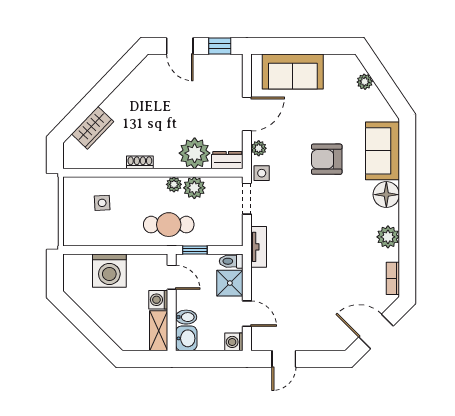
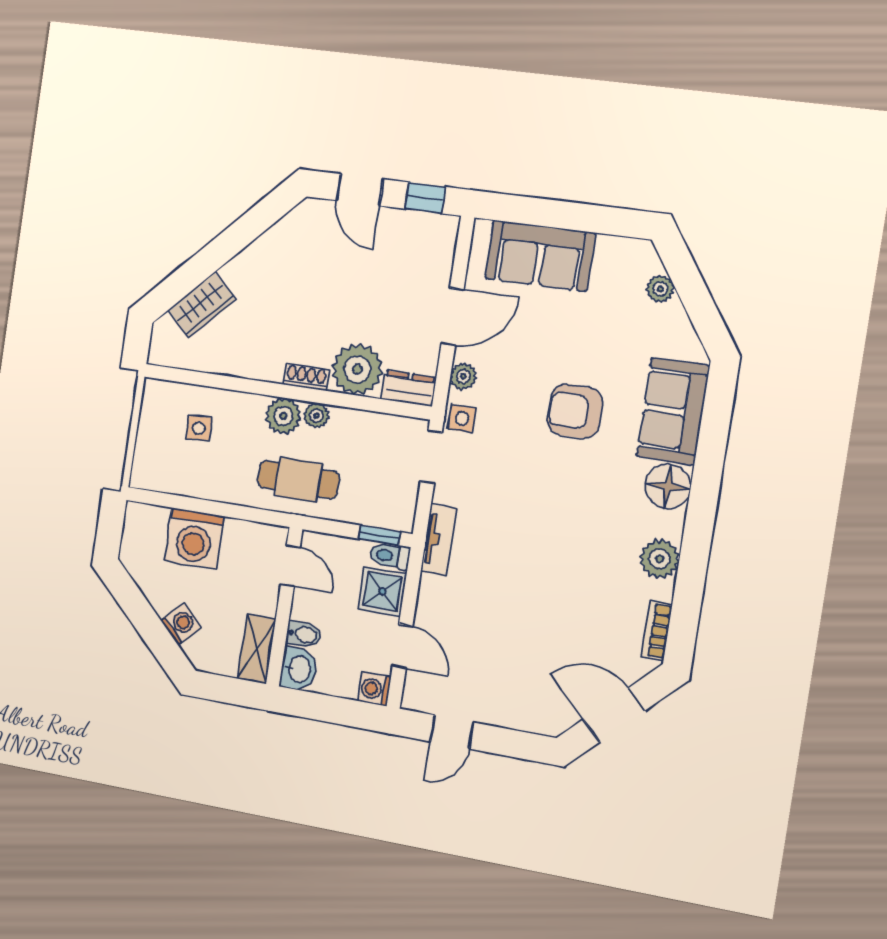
shoe rack: (140, 162) -> (306, 377), moved
plant: (194, 188) -> (283, 416), moved
window: (195, 250) -> (380, 535), moved
washing machine: (158, 300) -> (181, 624), moved, turned 135

